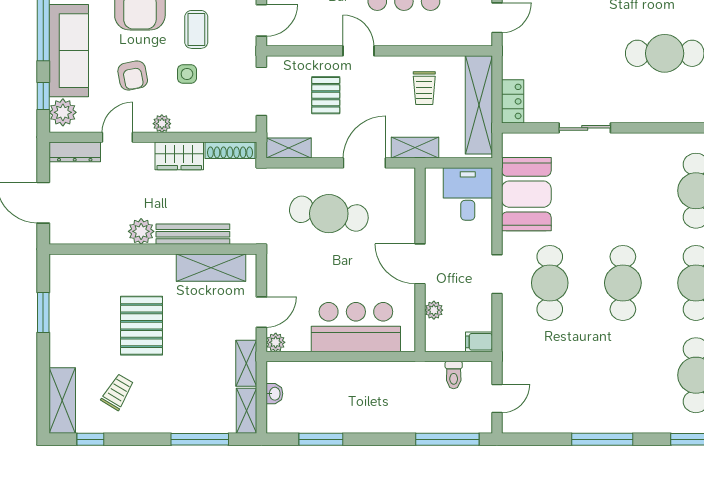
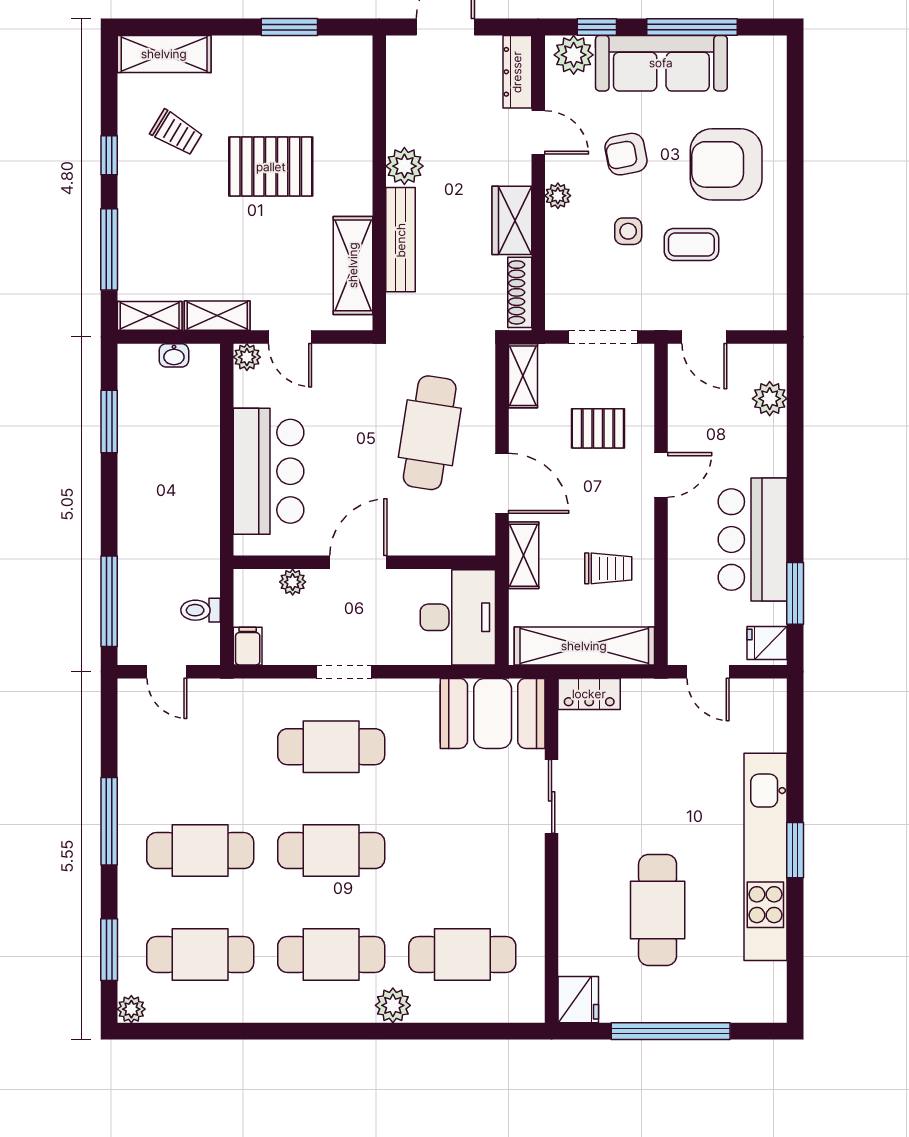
trolley: (424, 88) -> (608, 568), turned 180
desk: (468, 194) -> (458, 617), width x1.37
booth: (526, 194) -> (493, 713), moved
cafe table: (623, 375) -> (200, 851), added
window: (90, 439) -> (109, 155), moved

